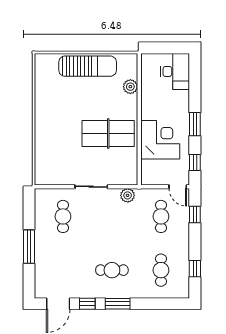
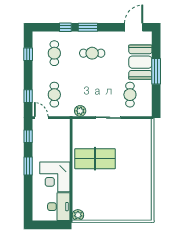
sun lounger: (88, 66) -> (111, 211), removed
desk: (175, 71) -> (59, 207), moved, turned 180
plant: (130, 87) -> (78, 215), moved
corner desk: (160, 140) -> (55, 177), moved
booth: (49, 259) -> (140, 62), added
window: (87, 304) -> (65, 27), moved

